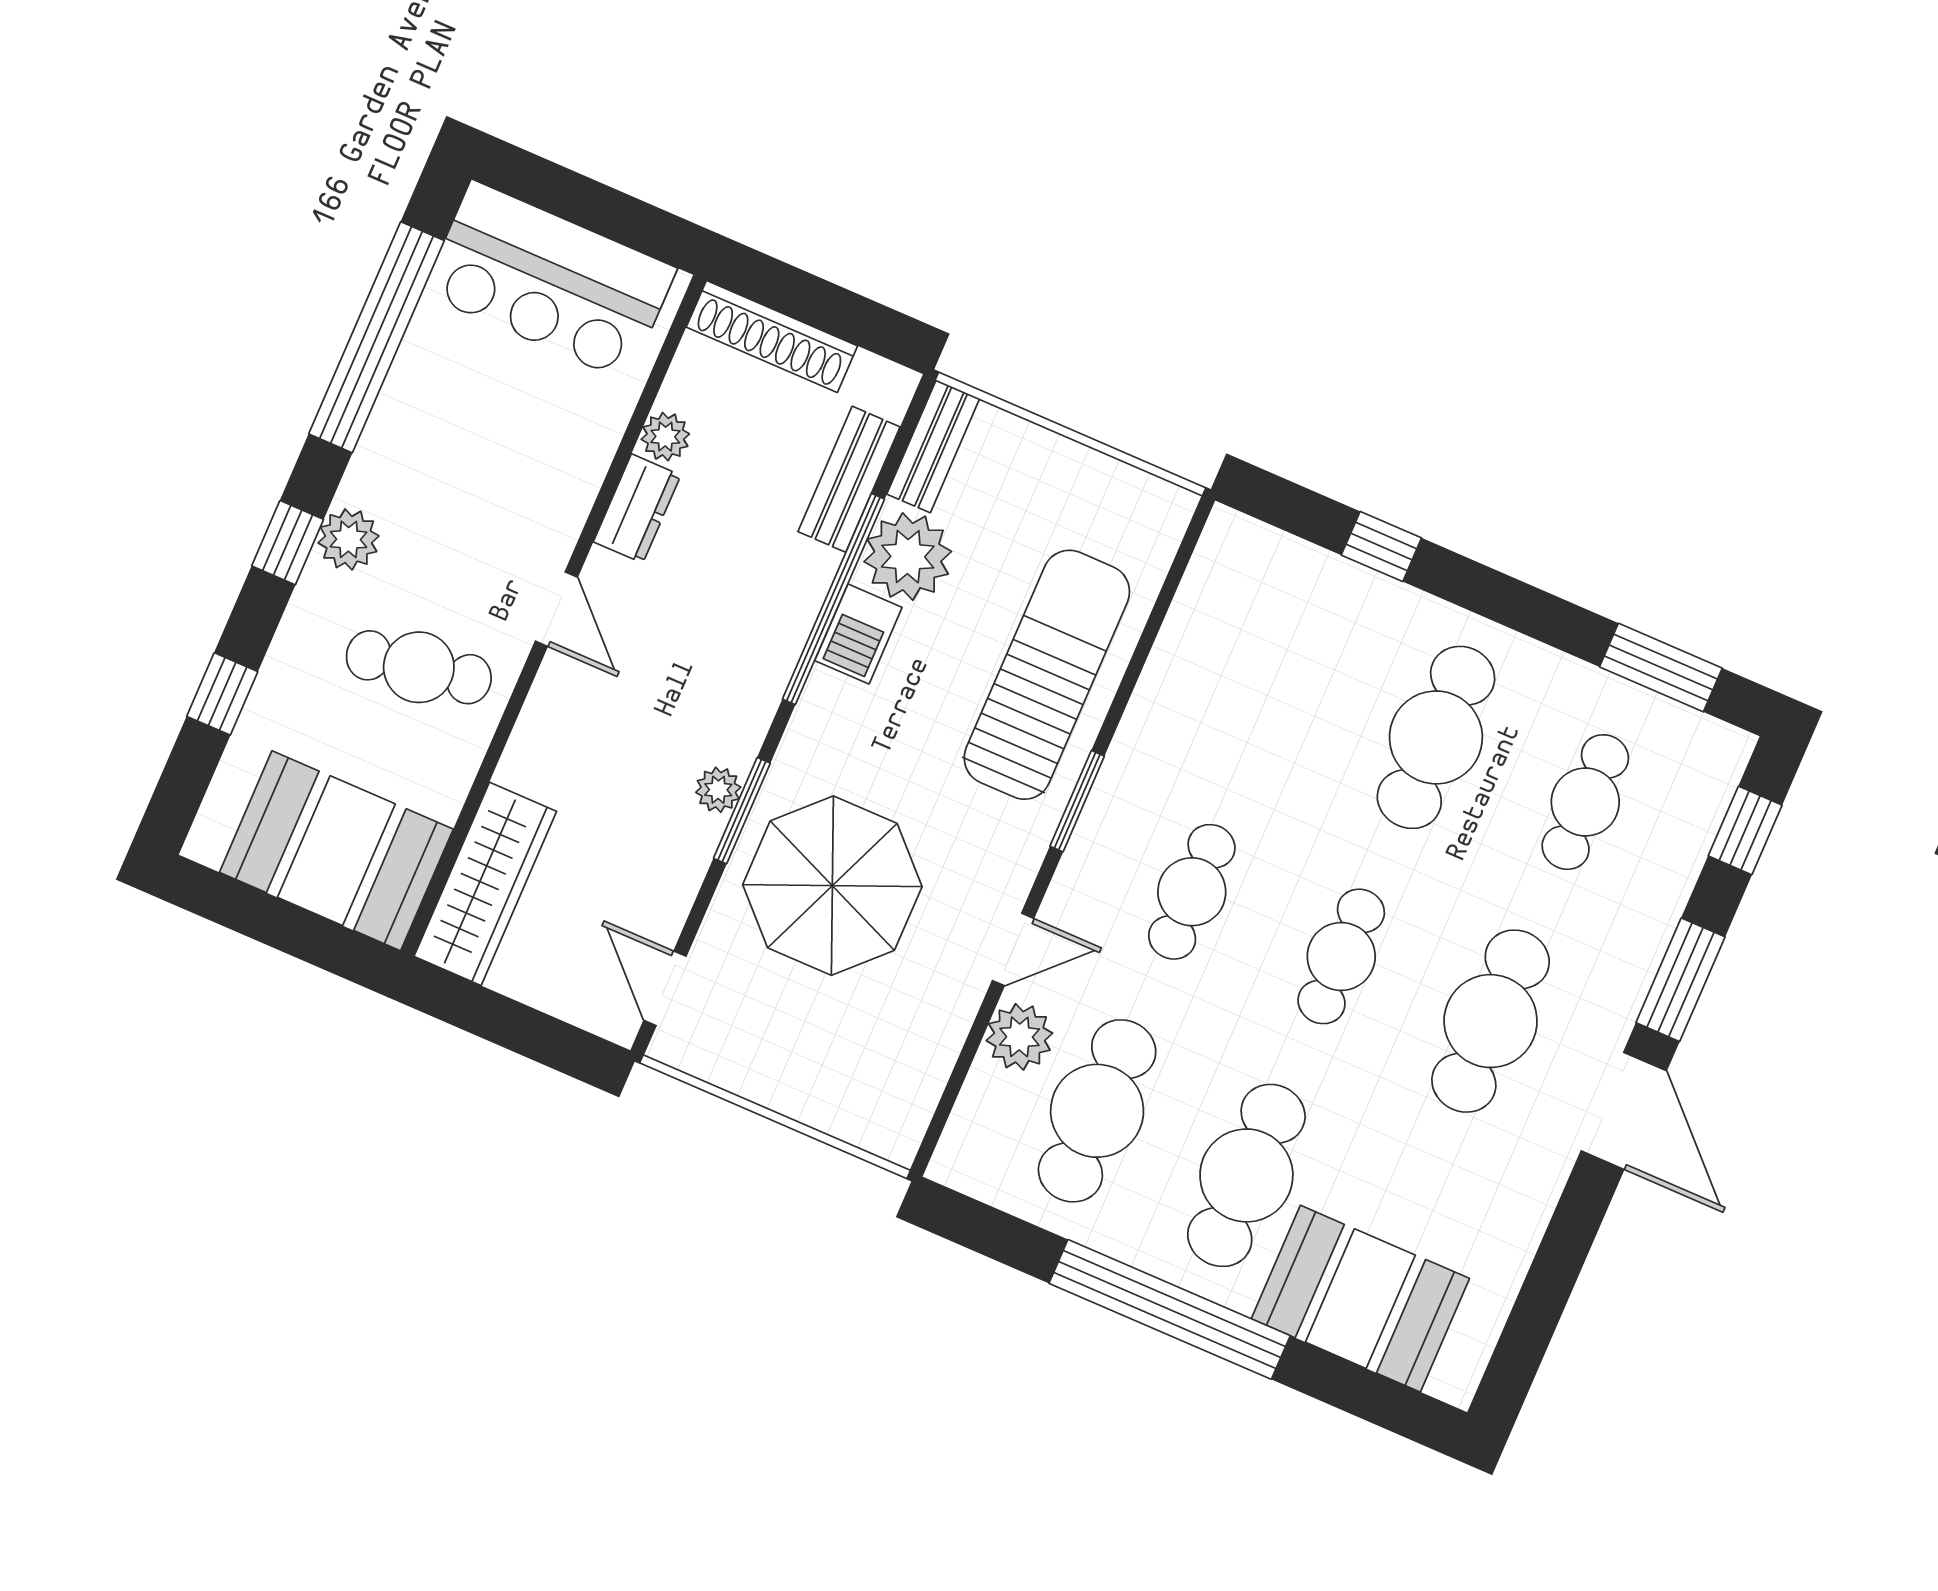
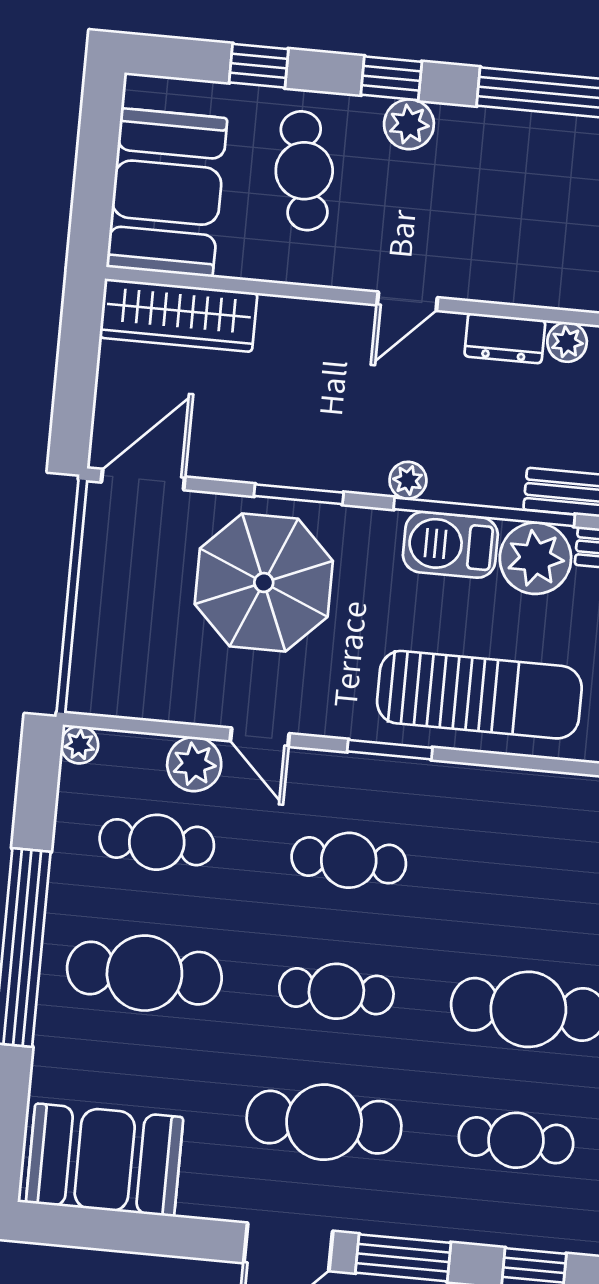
barbecue: (858, 634) -> (450, 545), width x1.38, depth x1.27
cafe table: (419, 667) -> (304, 171), moved
plant: (718, 790) -> (408, 480), moved
door: (665, 988) -> (143, 480), width x1.38
cafe table: (1097, 1111) -> (157, 842), width x0.73, depth x0.74
plant: (953, 1165) -> (79, 745), added
booth: (1360, 1299) -> (105, 1160), moved, turned 90

